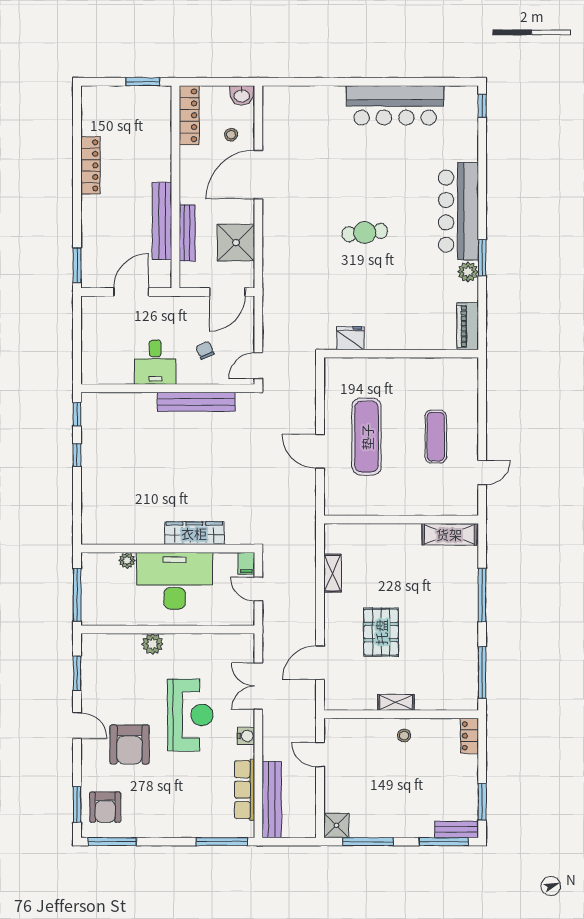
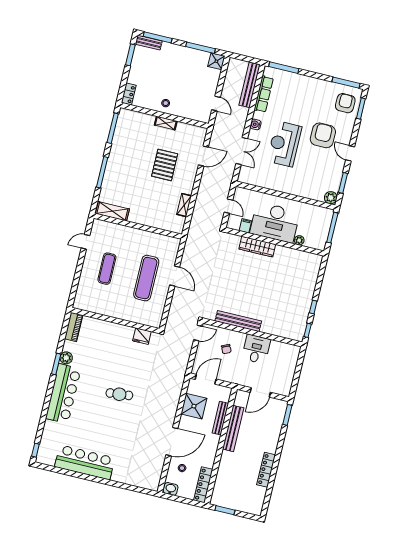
filing cabinet: (246, 563) -> (245, 226), moved
plant: (153, 644) -> (331, 198), moved

